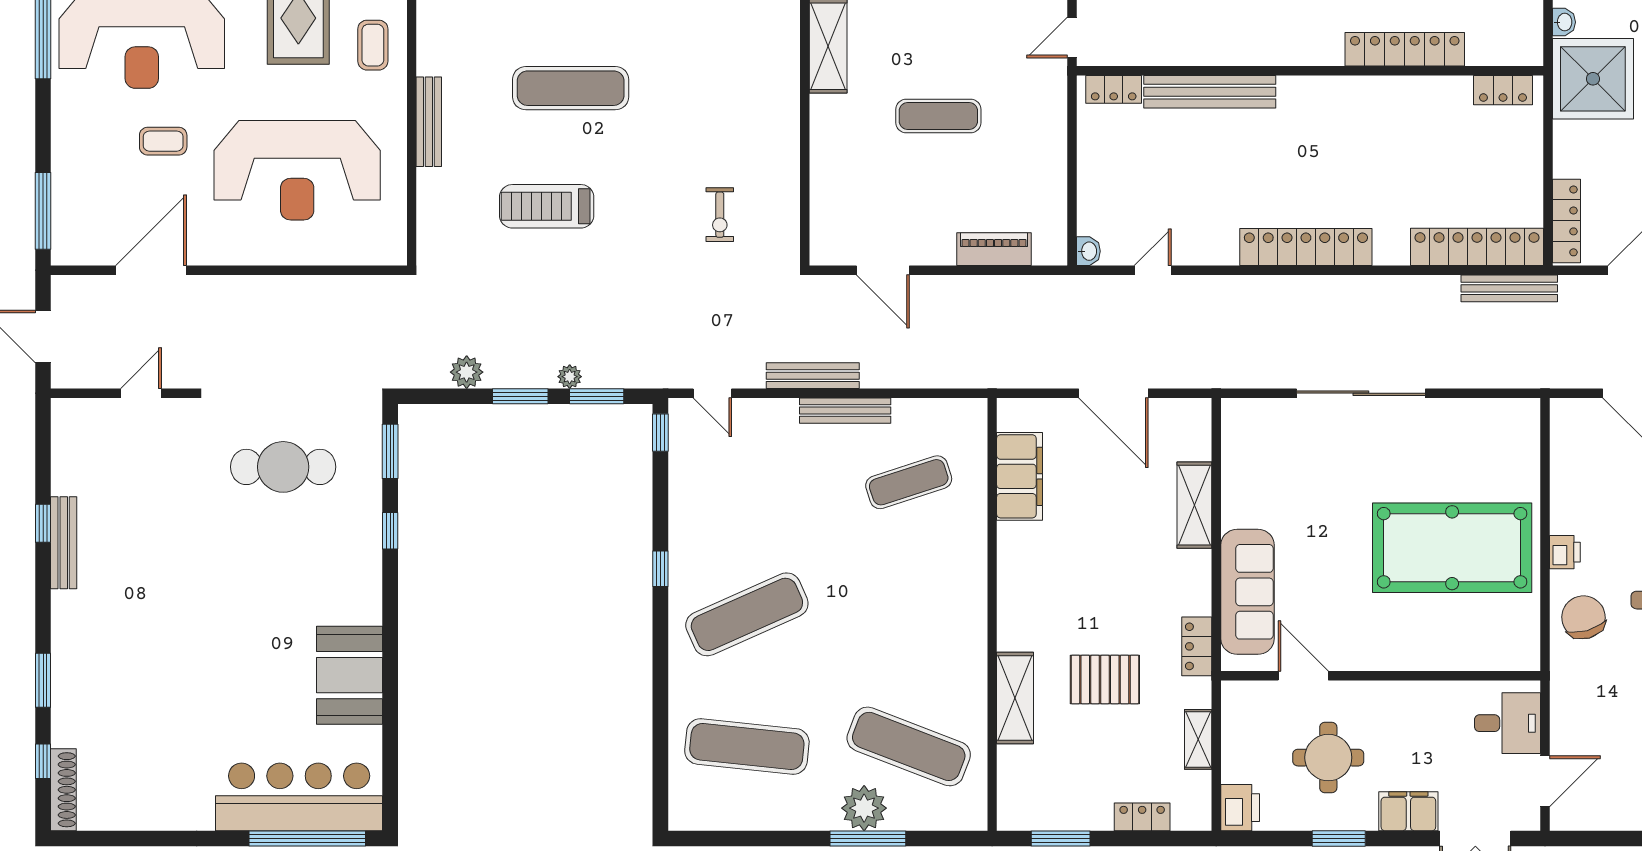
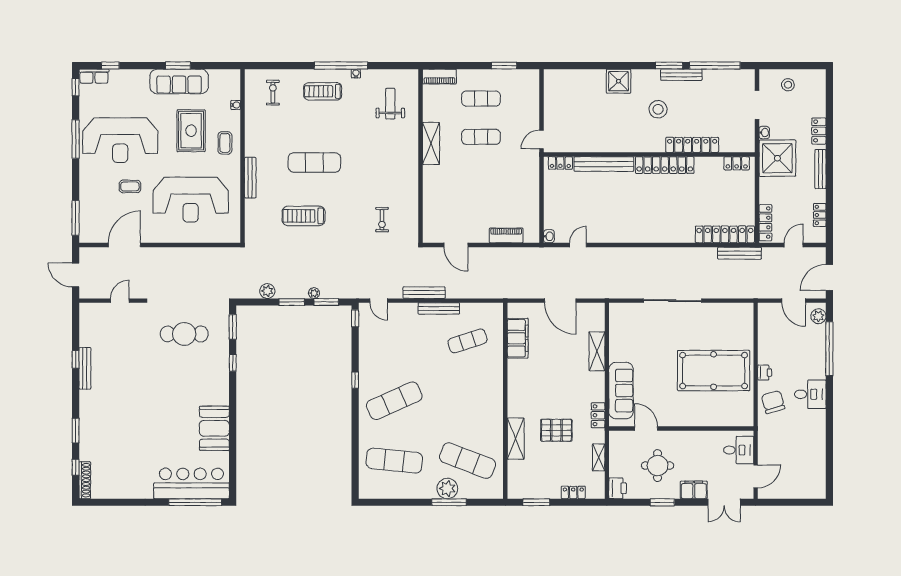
exercise mat: (938, 116) -> (481, 137), moved
locker: (1306, 247) -> (665, 165), moved, turned 180

